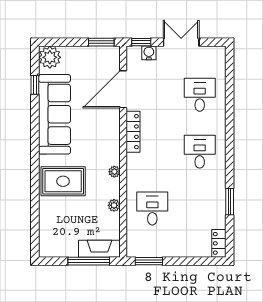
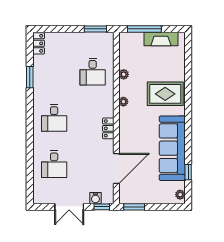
plant: (50, 57) -> (180, 195), width x0.53, depth x0.53
locker: (133, 132) -> (108, 128), width x0.66
fireplace: (99, 249) -> (161, 39), moved

